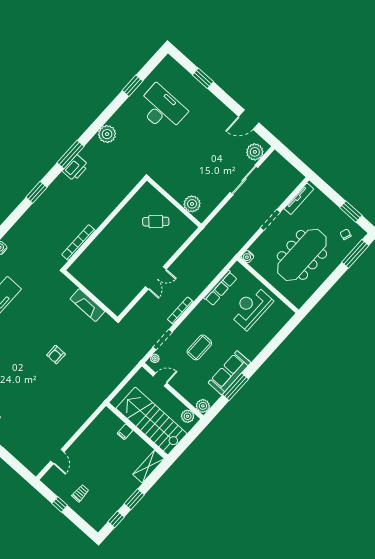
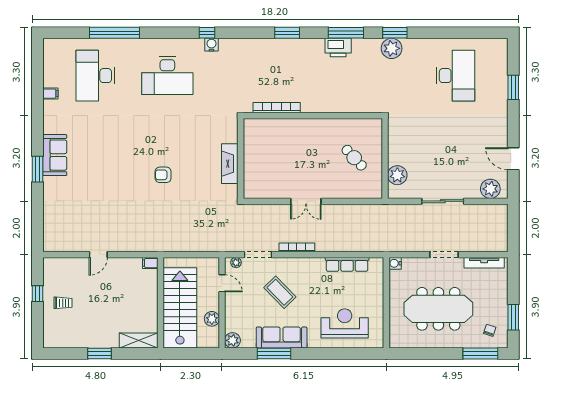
window: (132, 86) -> (395, 33), moved
sliding door: (244, 180) -> (443, 201), moved
reception desk: (251, 308) -> (345, 323), moved
coffee table: (199, 347) -> (280, 292), turned 46
plant: (188, 416) -> (212, 319), moved
filing cabinet: (125, 432) -> (150, 263), moved
door: (57, 457) -> (98, 255), moved
window: (116, 519) -> (68, 354), removed

